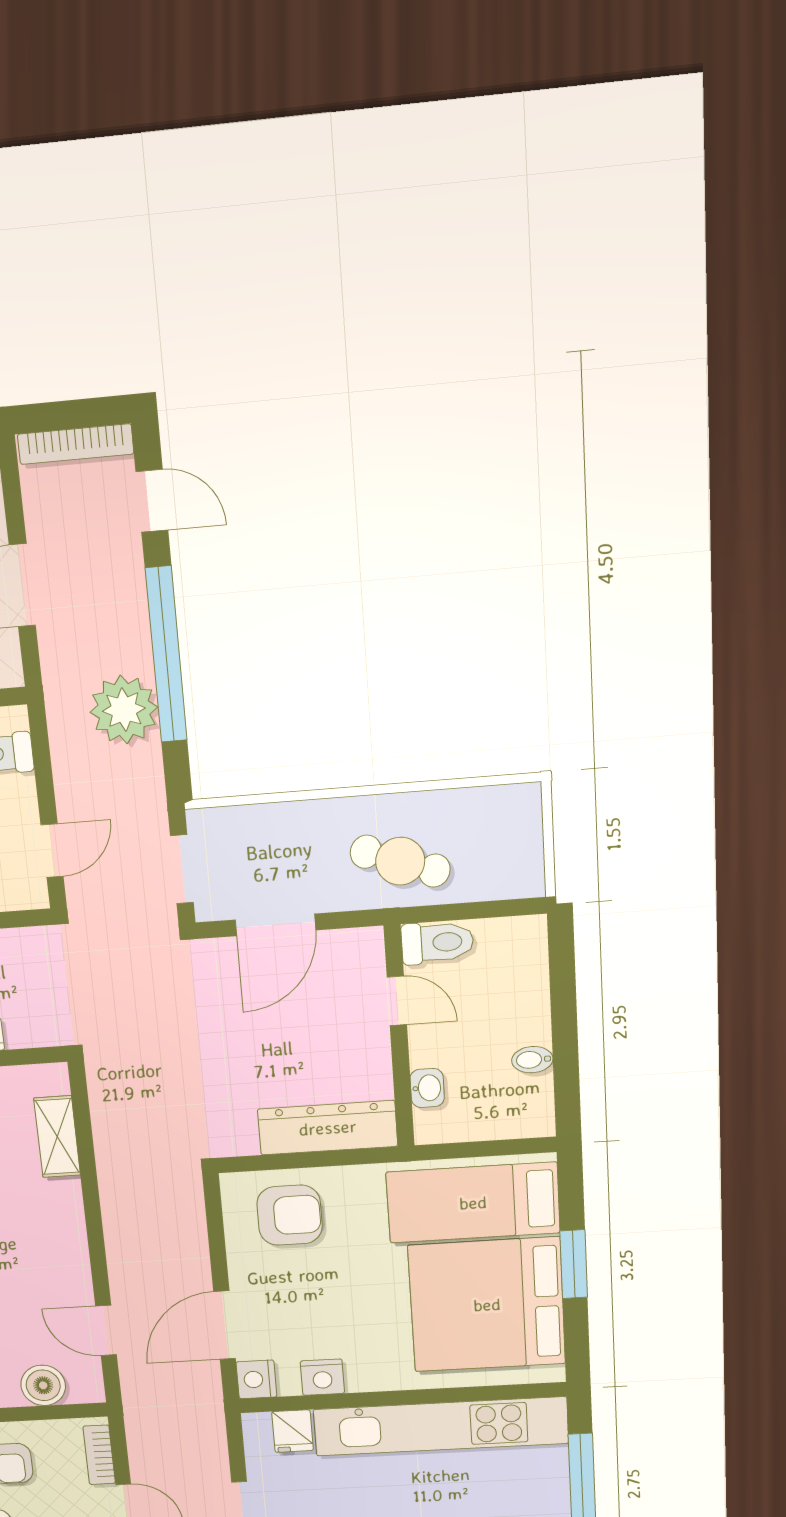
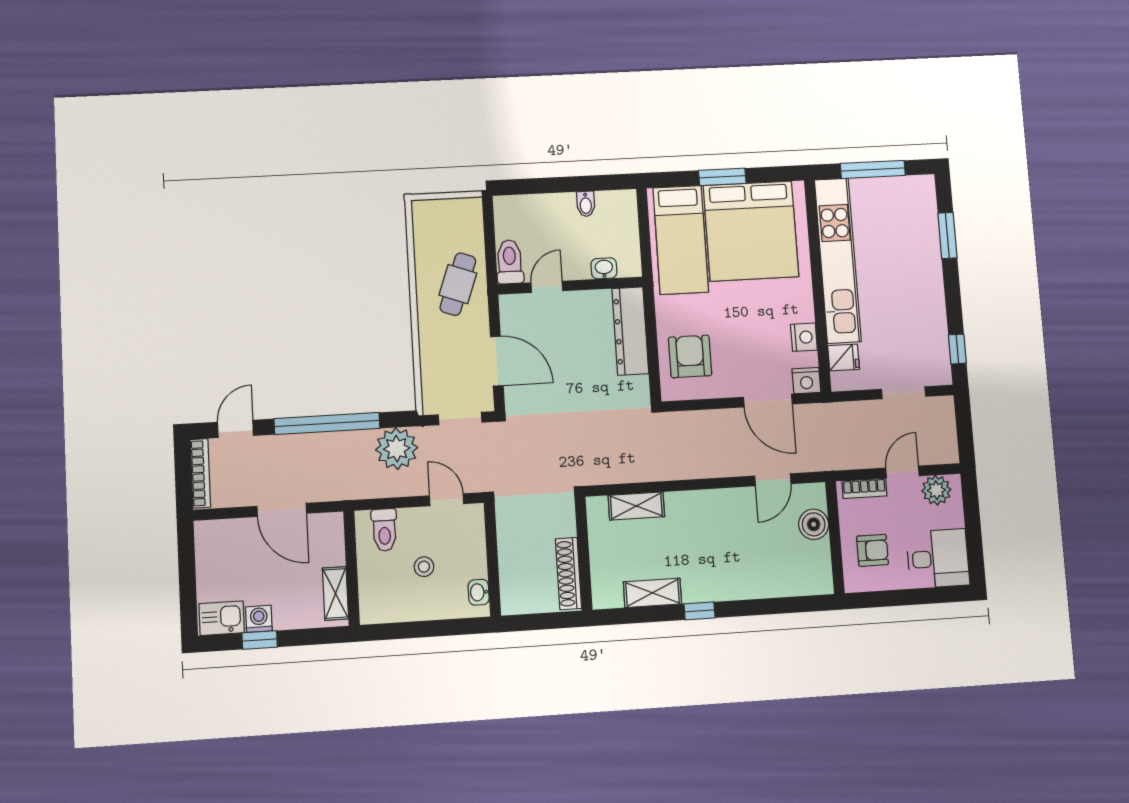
plant: (124, 710) -> (397, 449), moved

